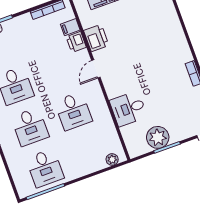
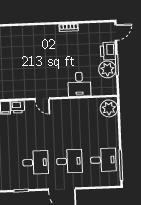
printer: (96, 38) -> (108, 51), moved, turned -90
desk: (73, 111) -> (68, 125), removed
plant: (112, 159) -> (109, 108), width x1.87, depth x1.87

